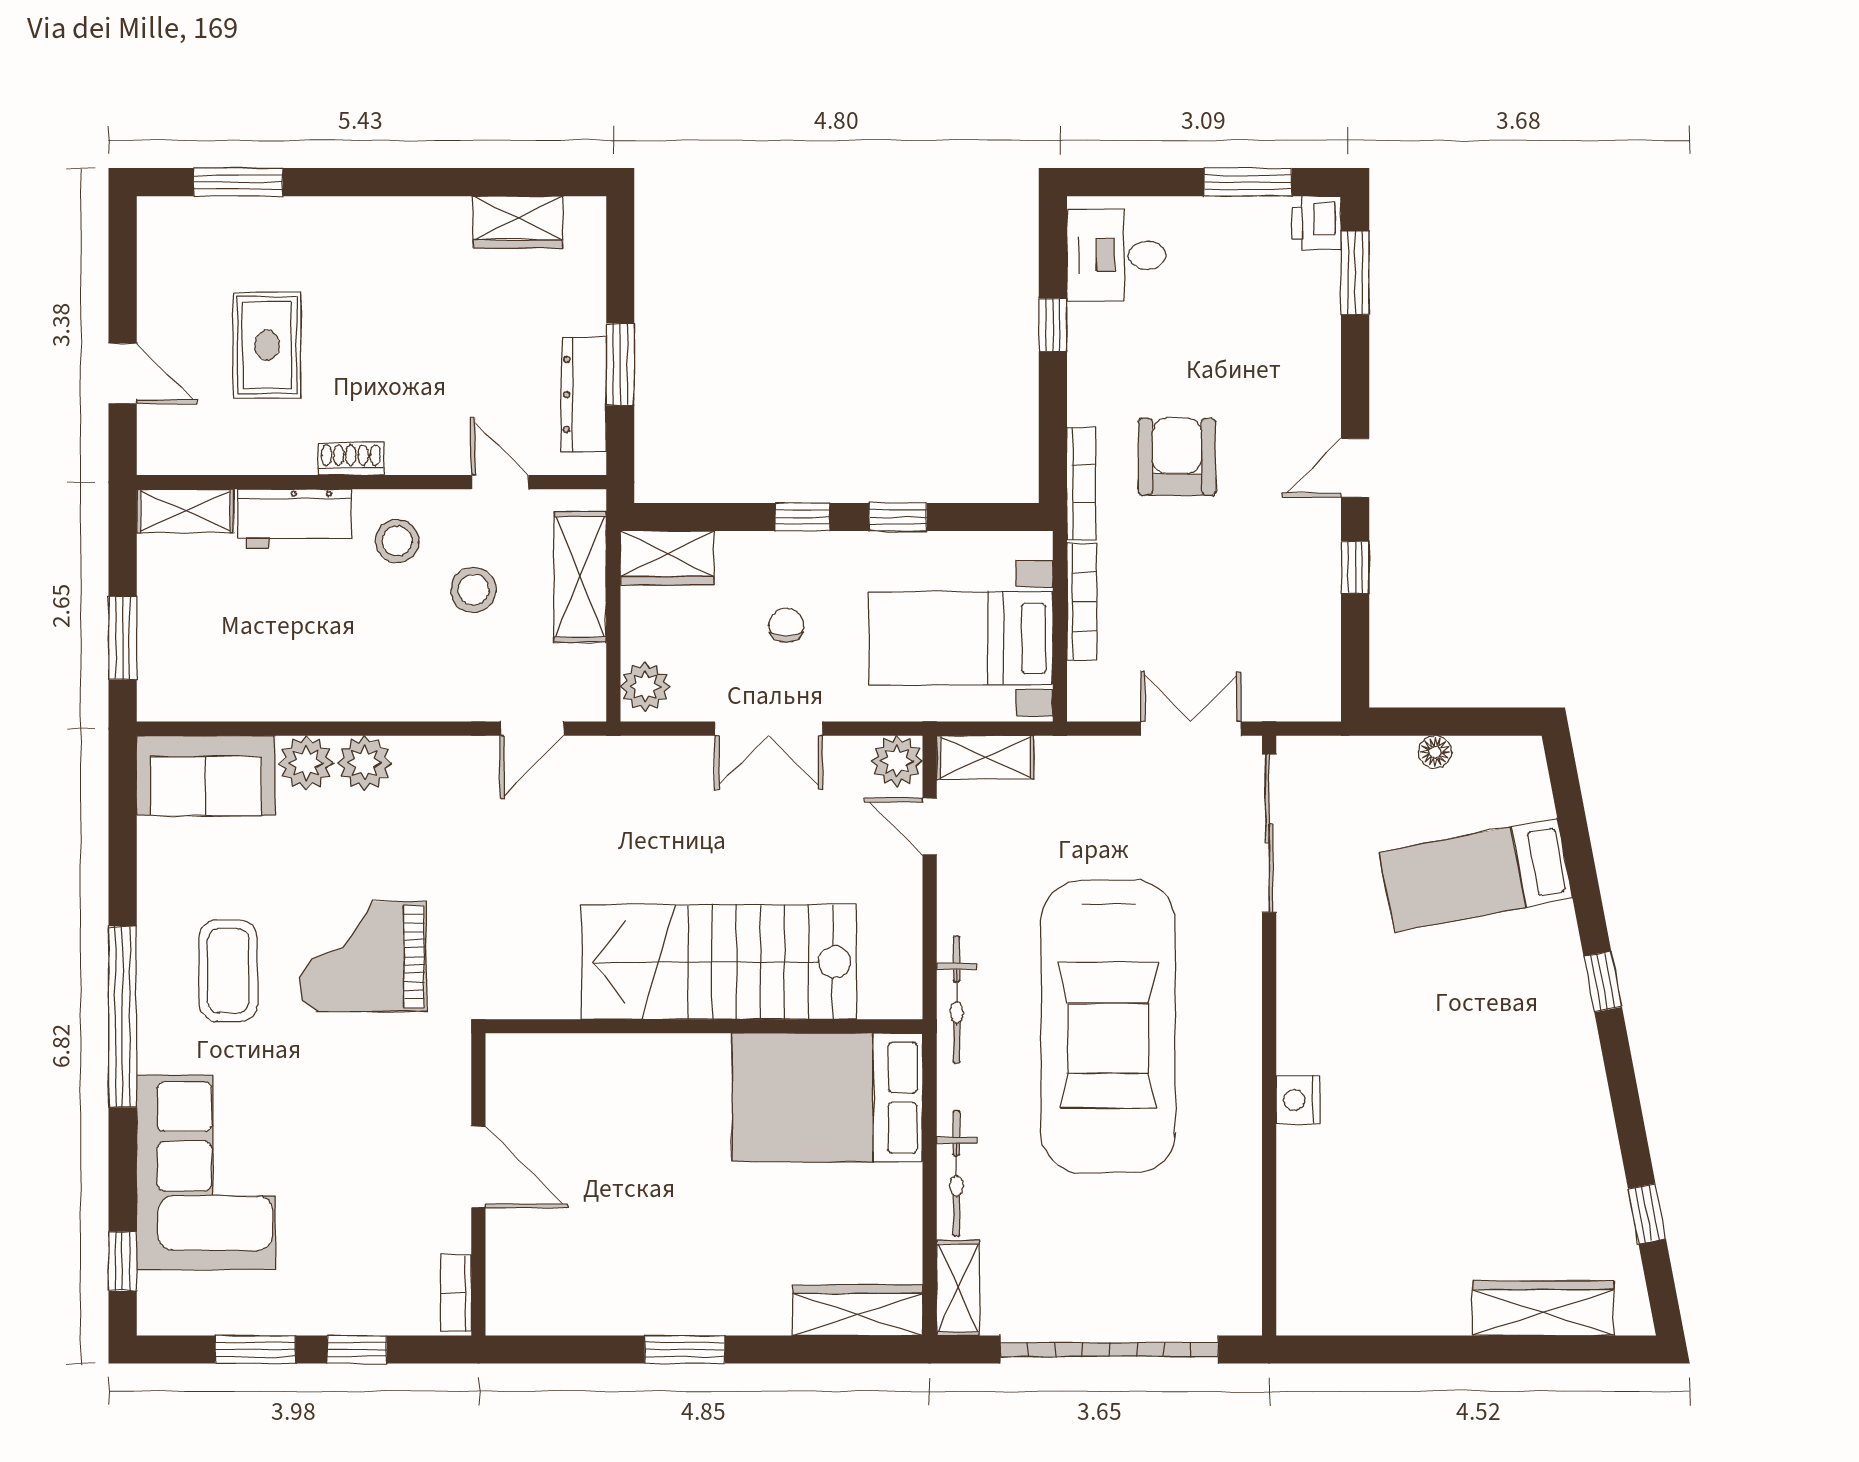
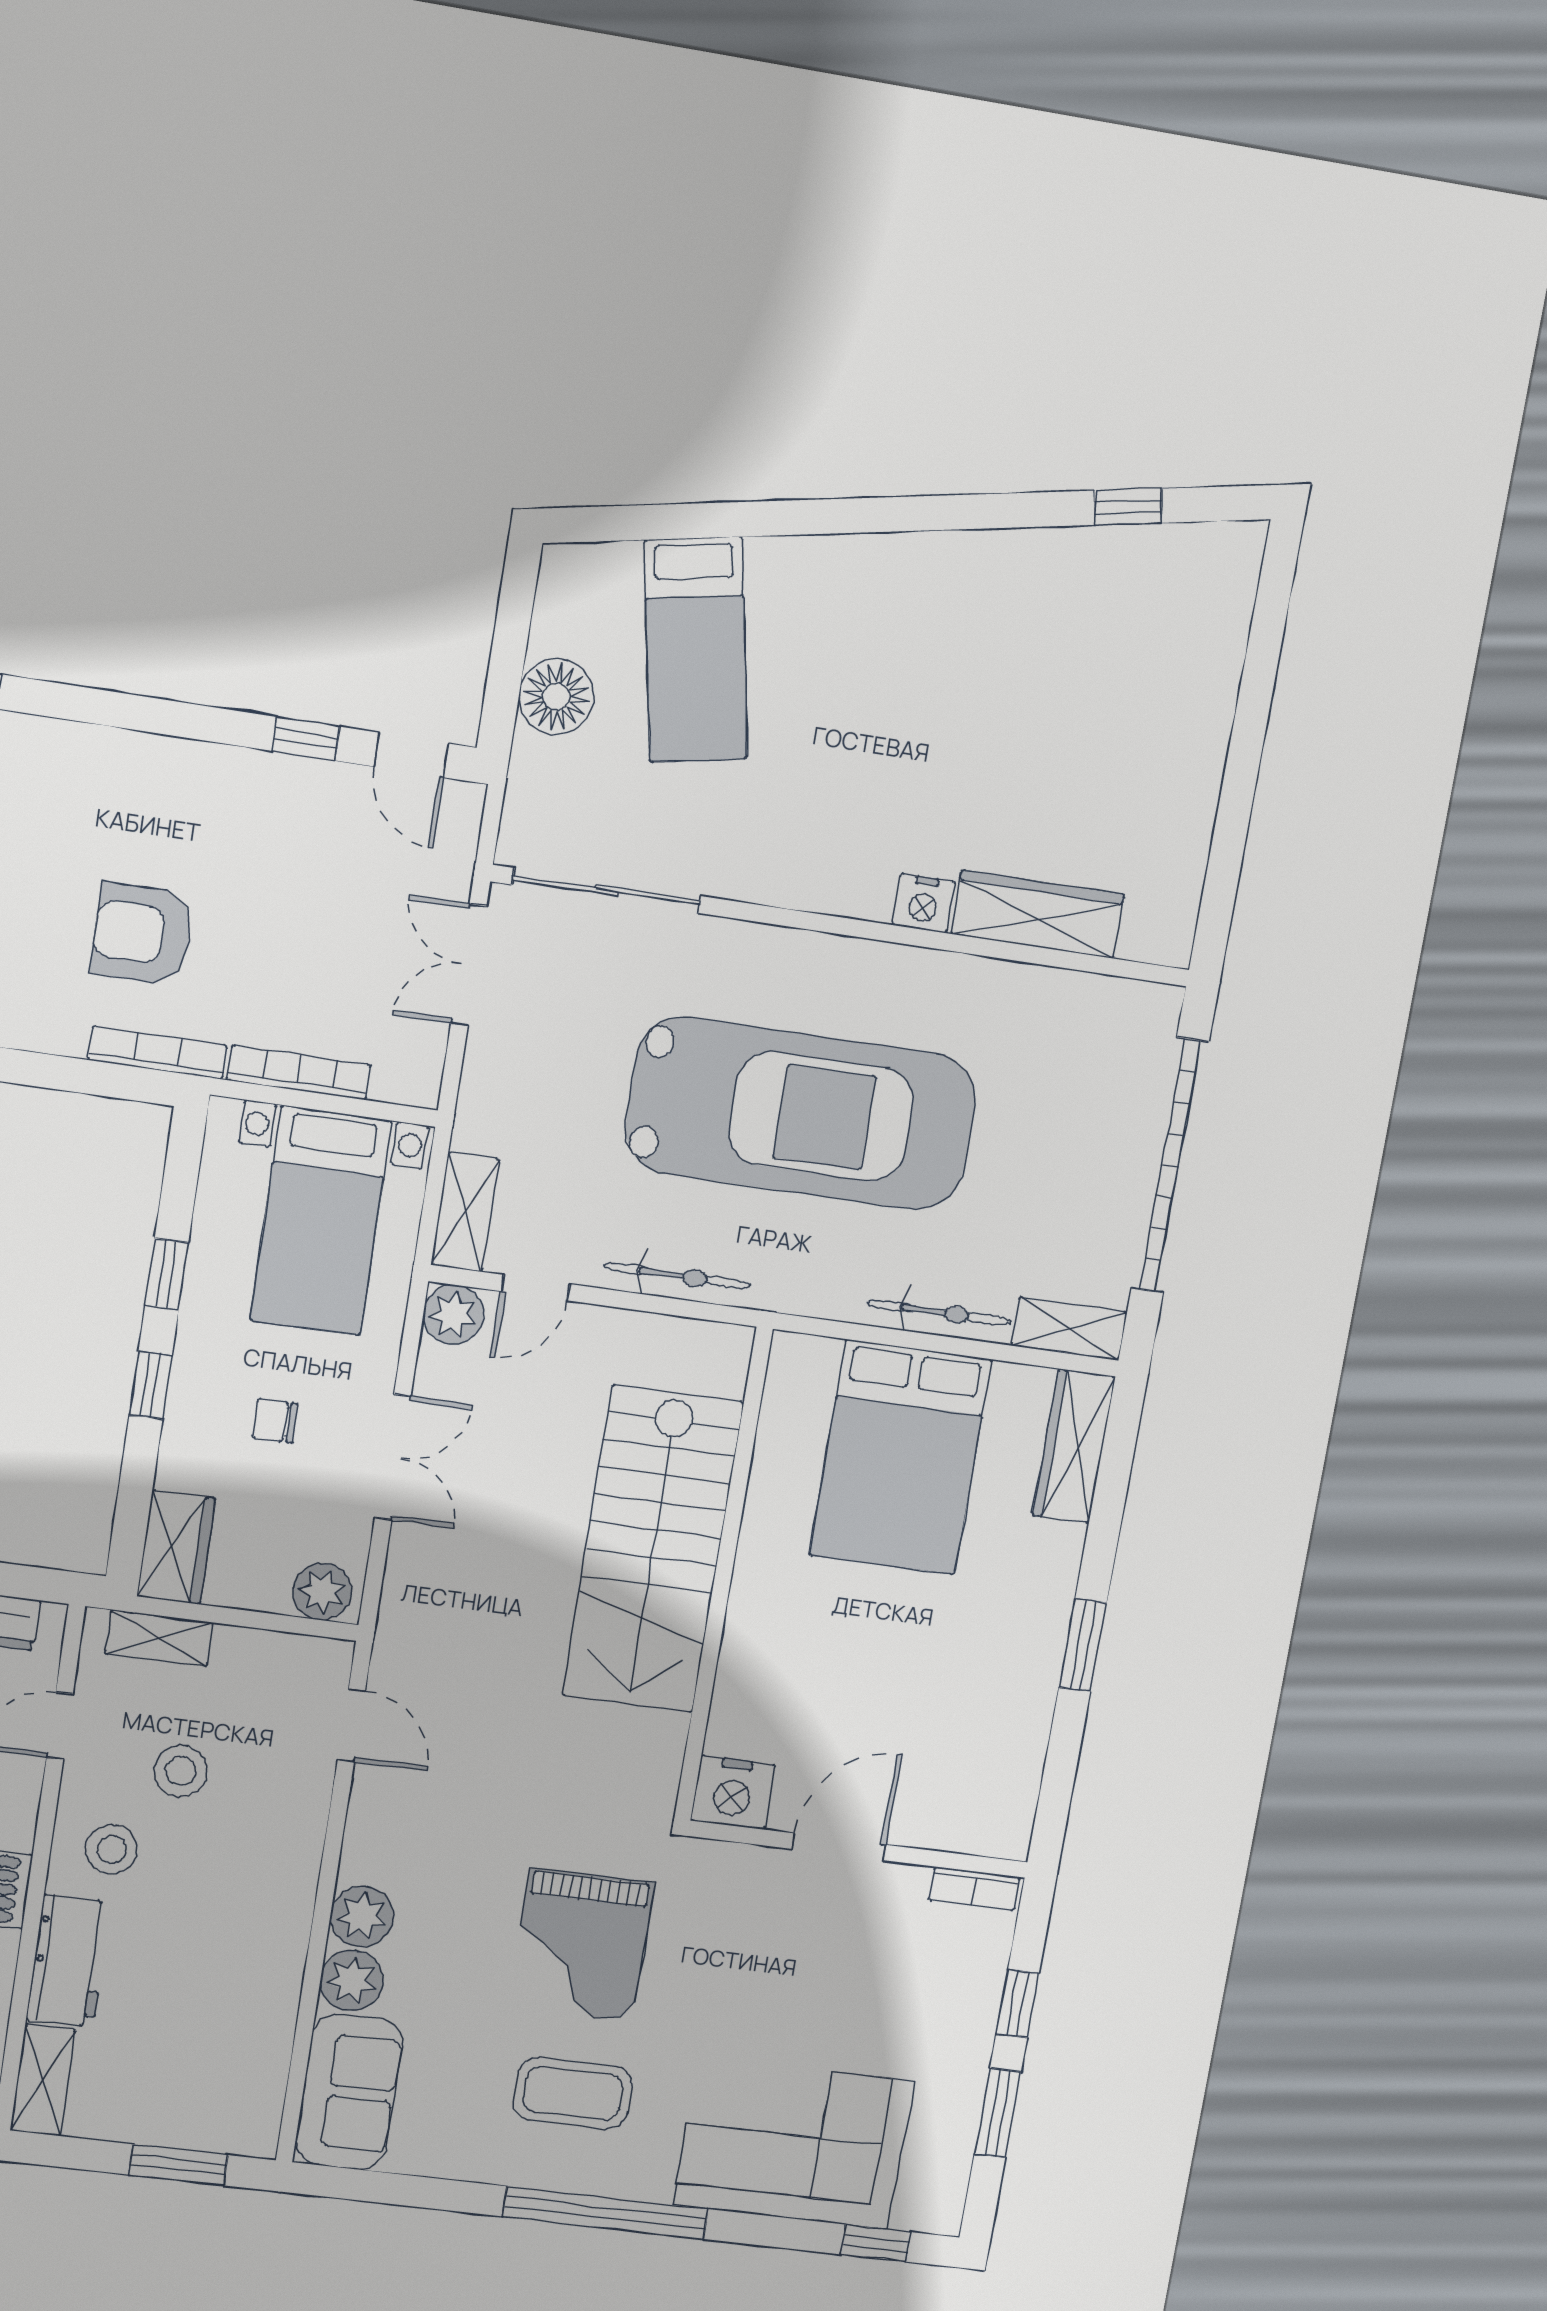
door: (1355, 468) -> (411, 755), moved
shelving: (580, 577) -> (159, 1638), width x0.67, depth x0.75
floor lamp: (1435, 752) -> (556, 697), width x1.89, depth x1.89
window: (1603, 982) -> (847, 516), removed
bicycle: (957, 1000) -> (677, 1276), moved
nightstand: (515, 1066) -> (733, 1793), added
bed: (827, 1098) -> (900, 1457), moved
wardrobe: (1543, 1308) -> (1038, 914), moved, turned 90

